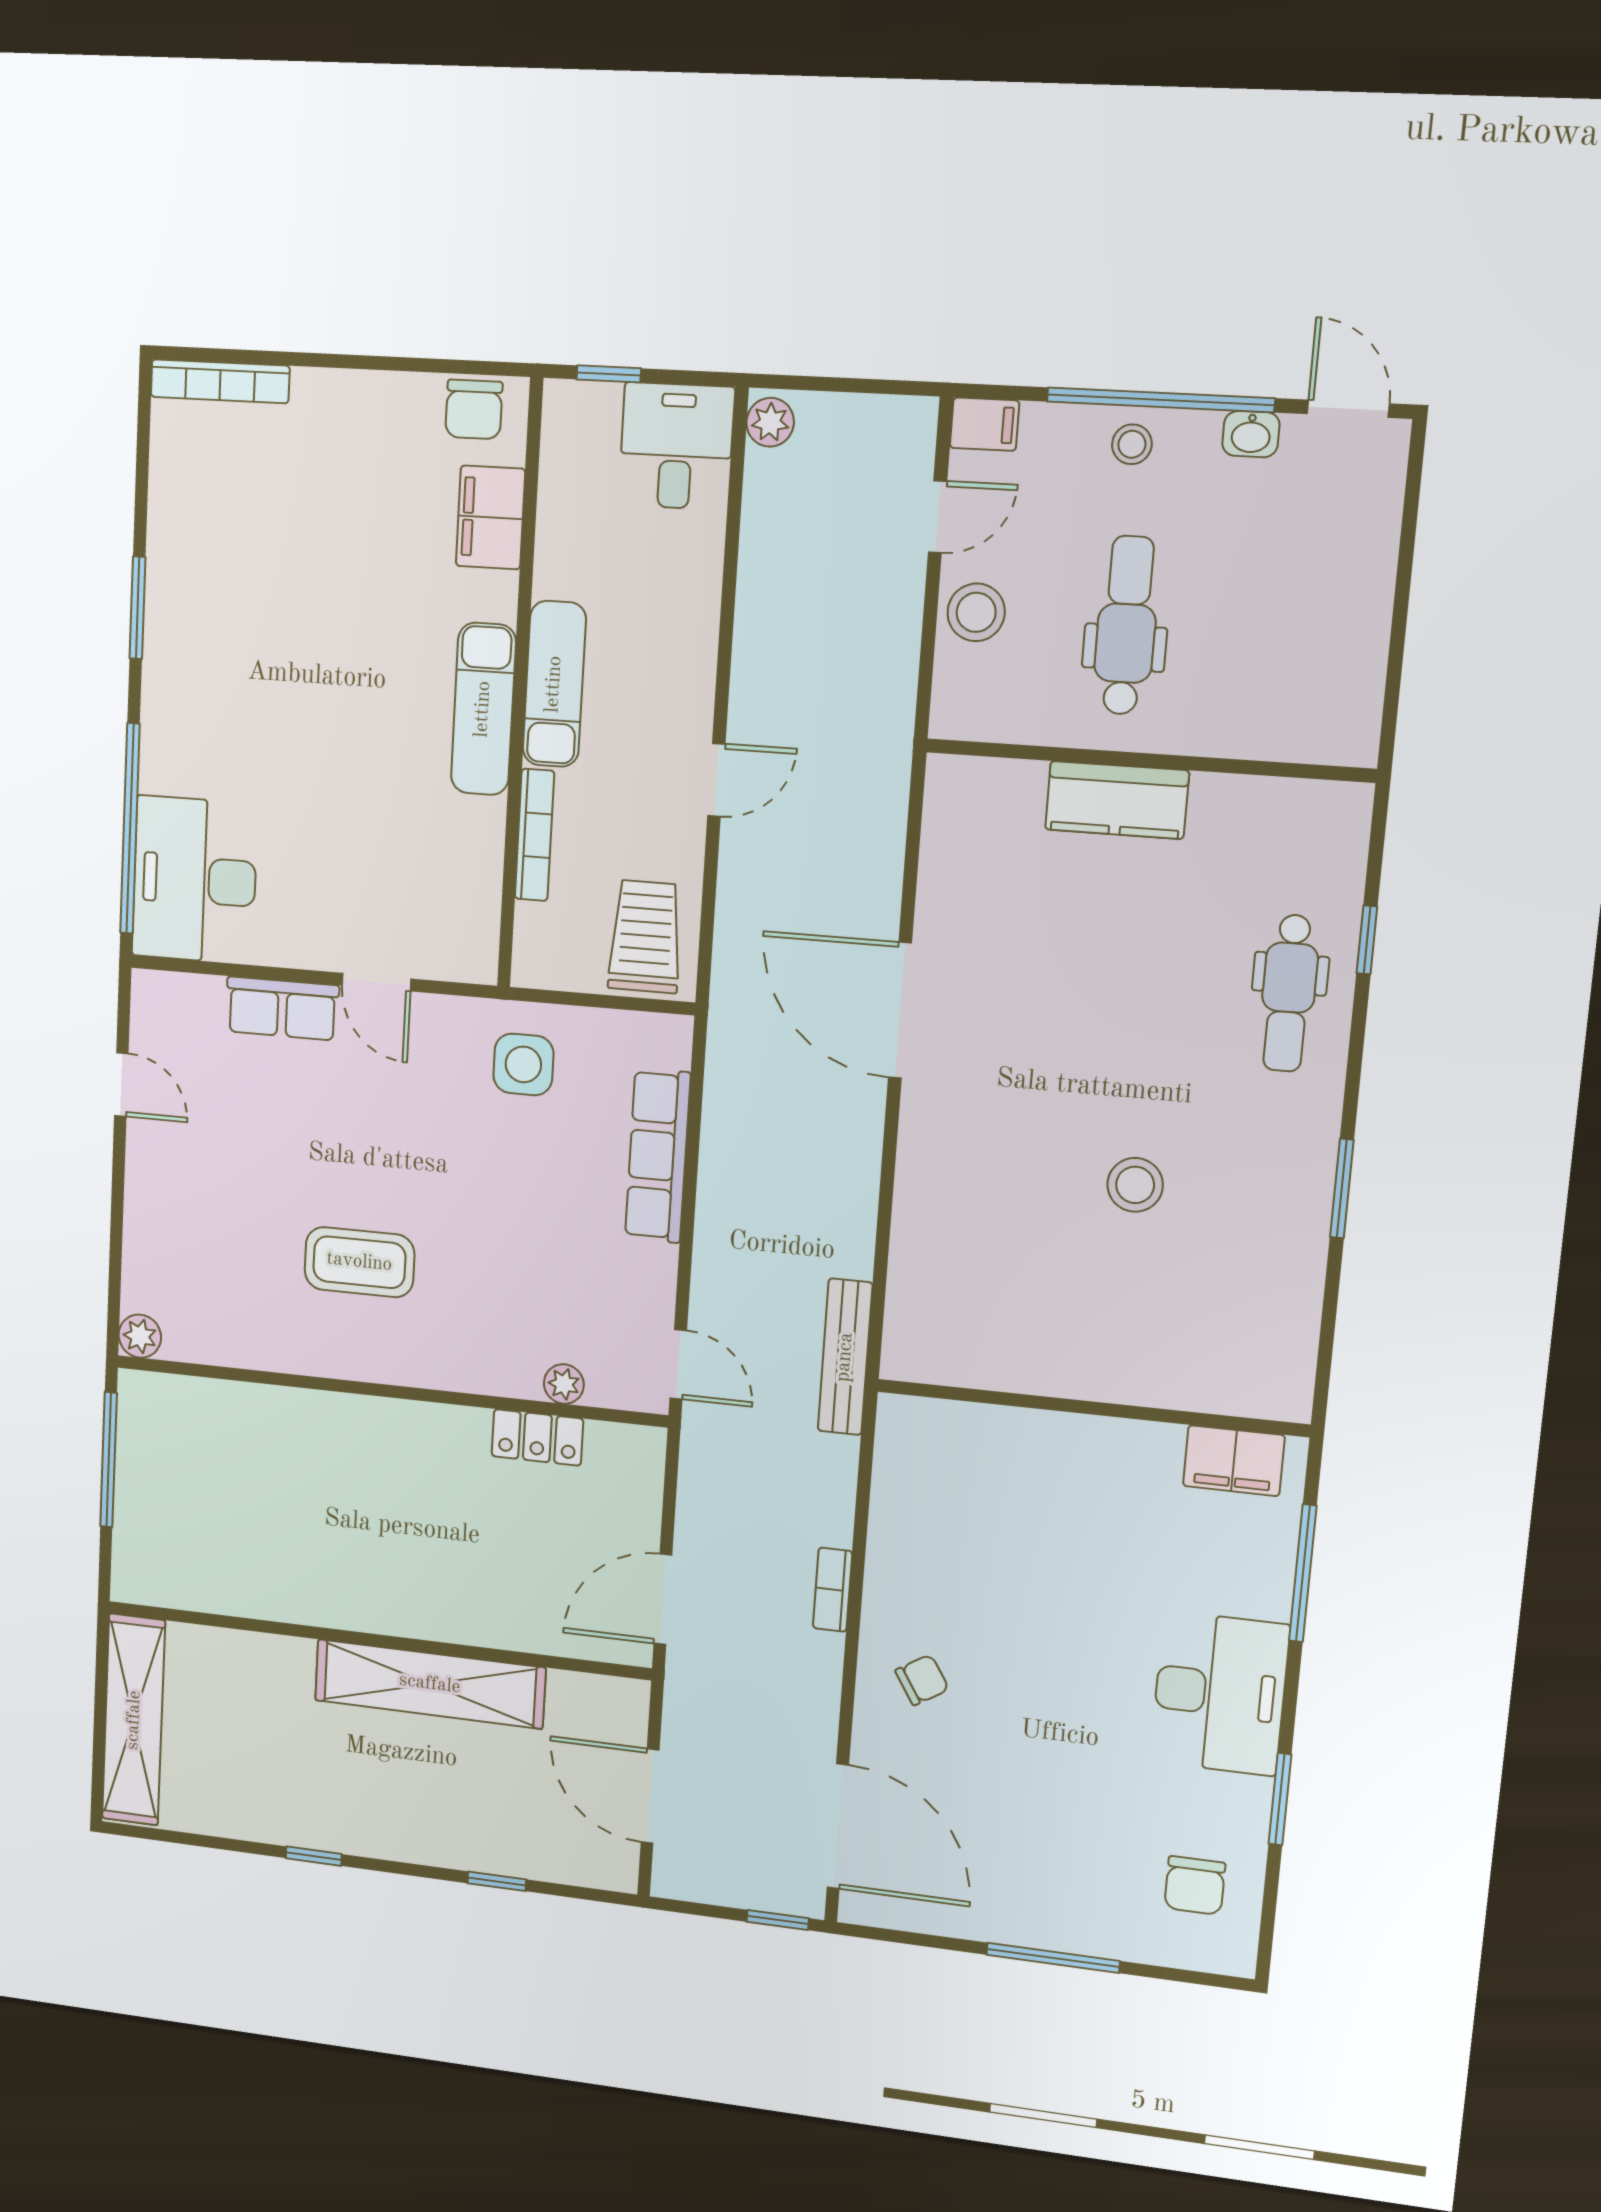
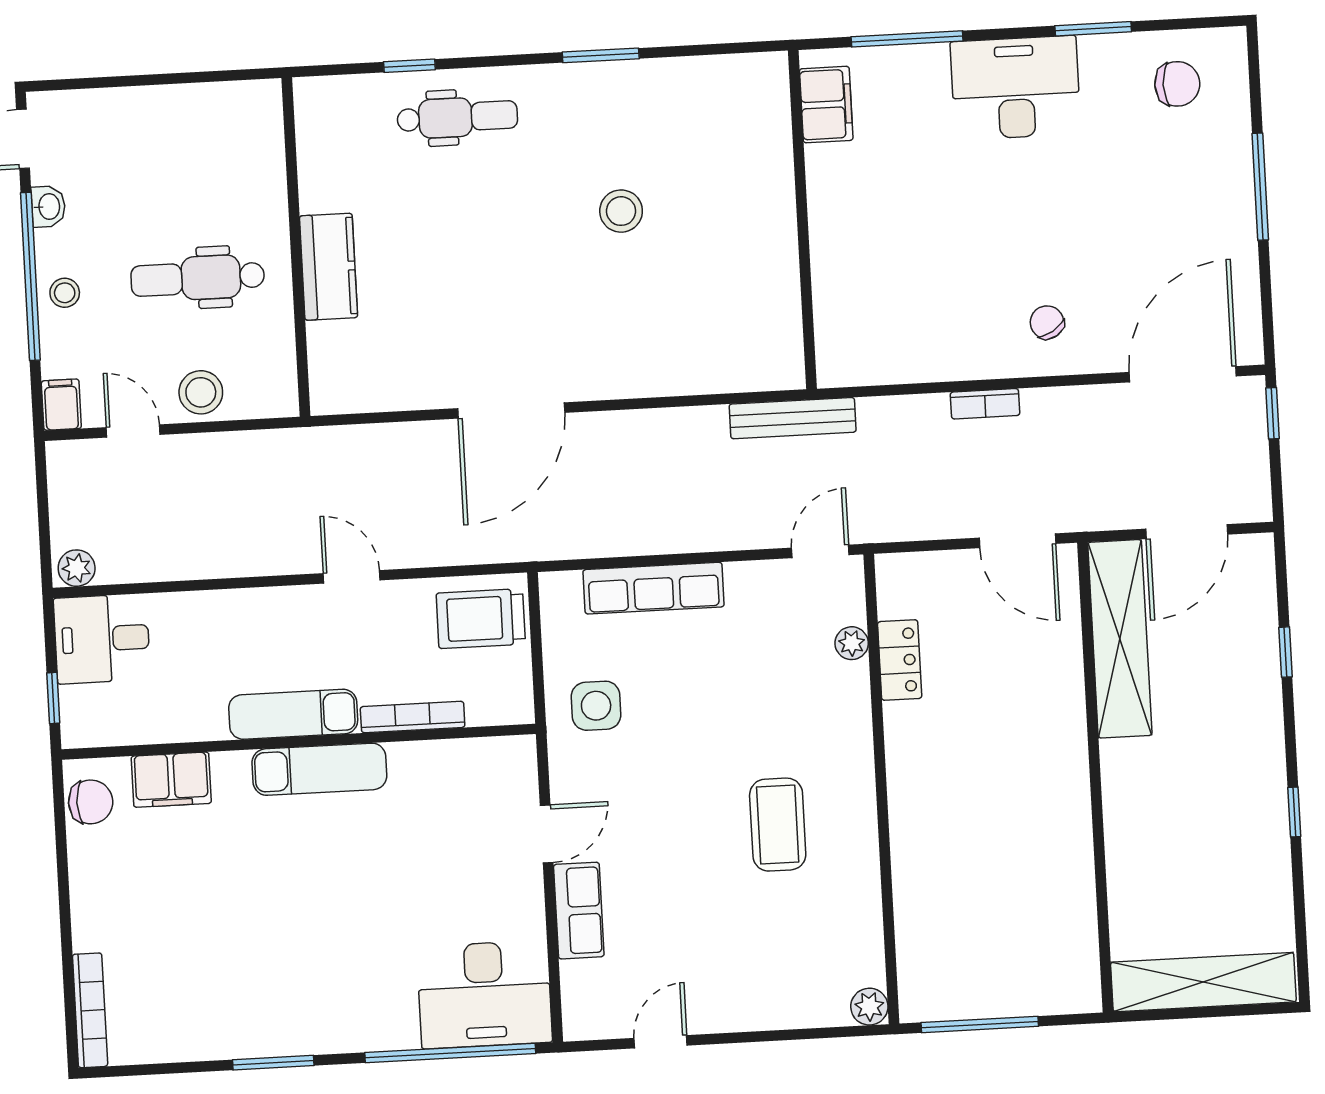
shelving: (430, 1684) -> (1120, 639), moved

